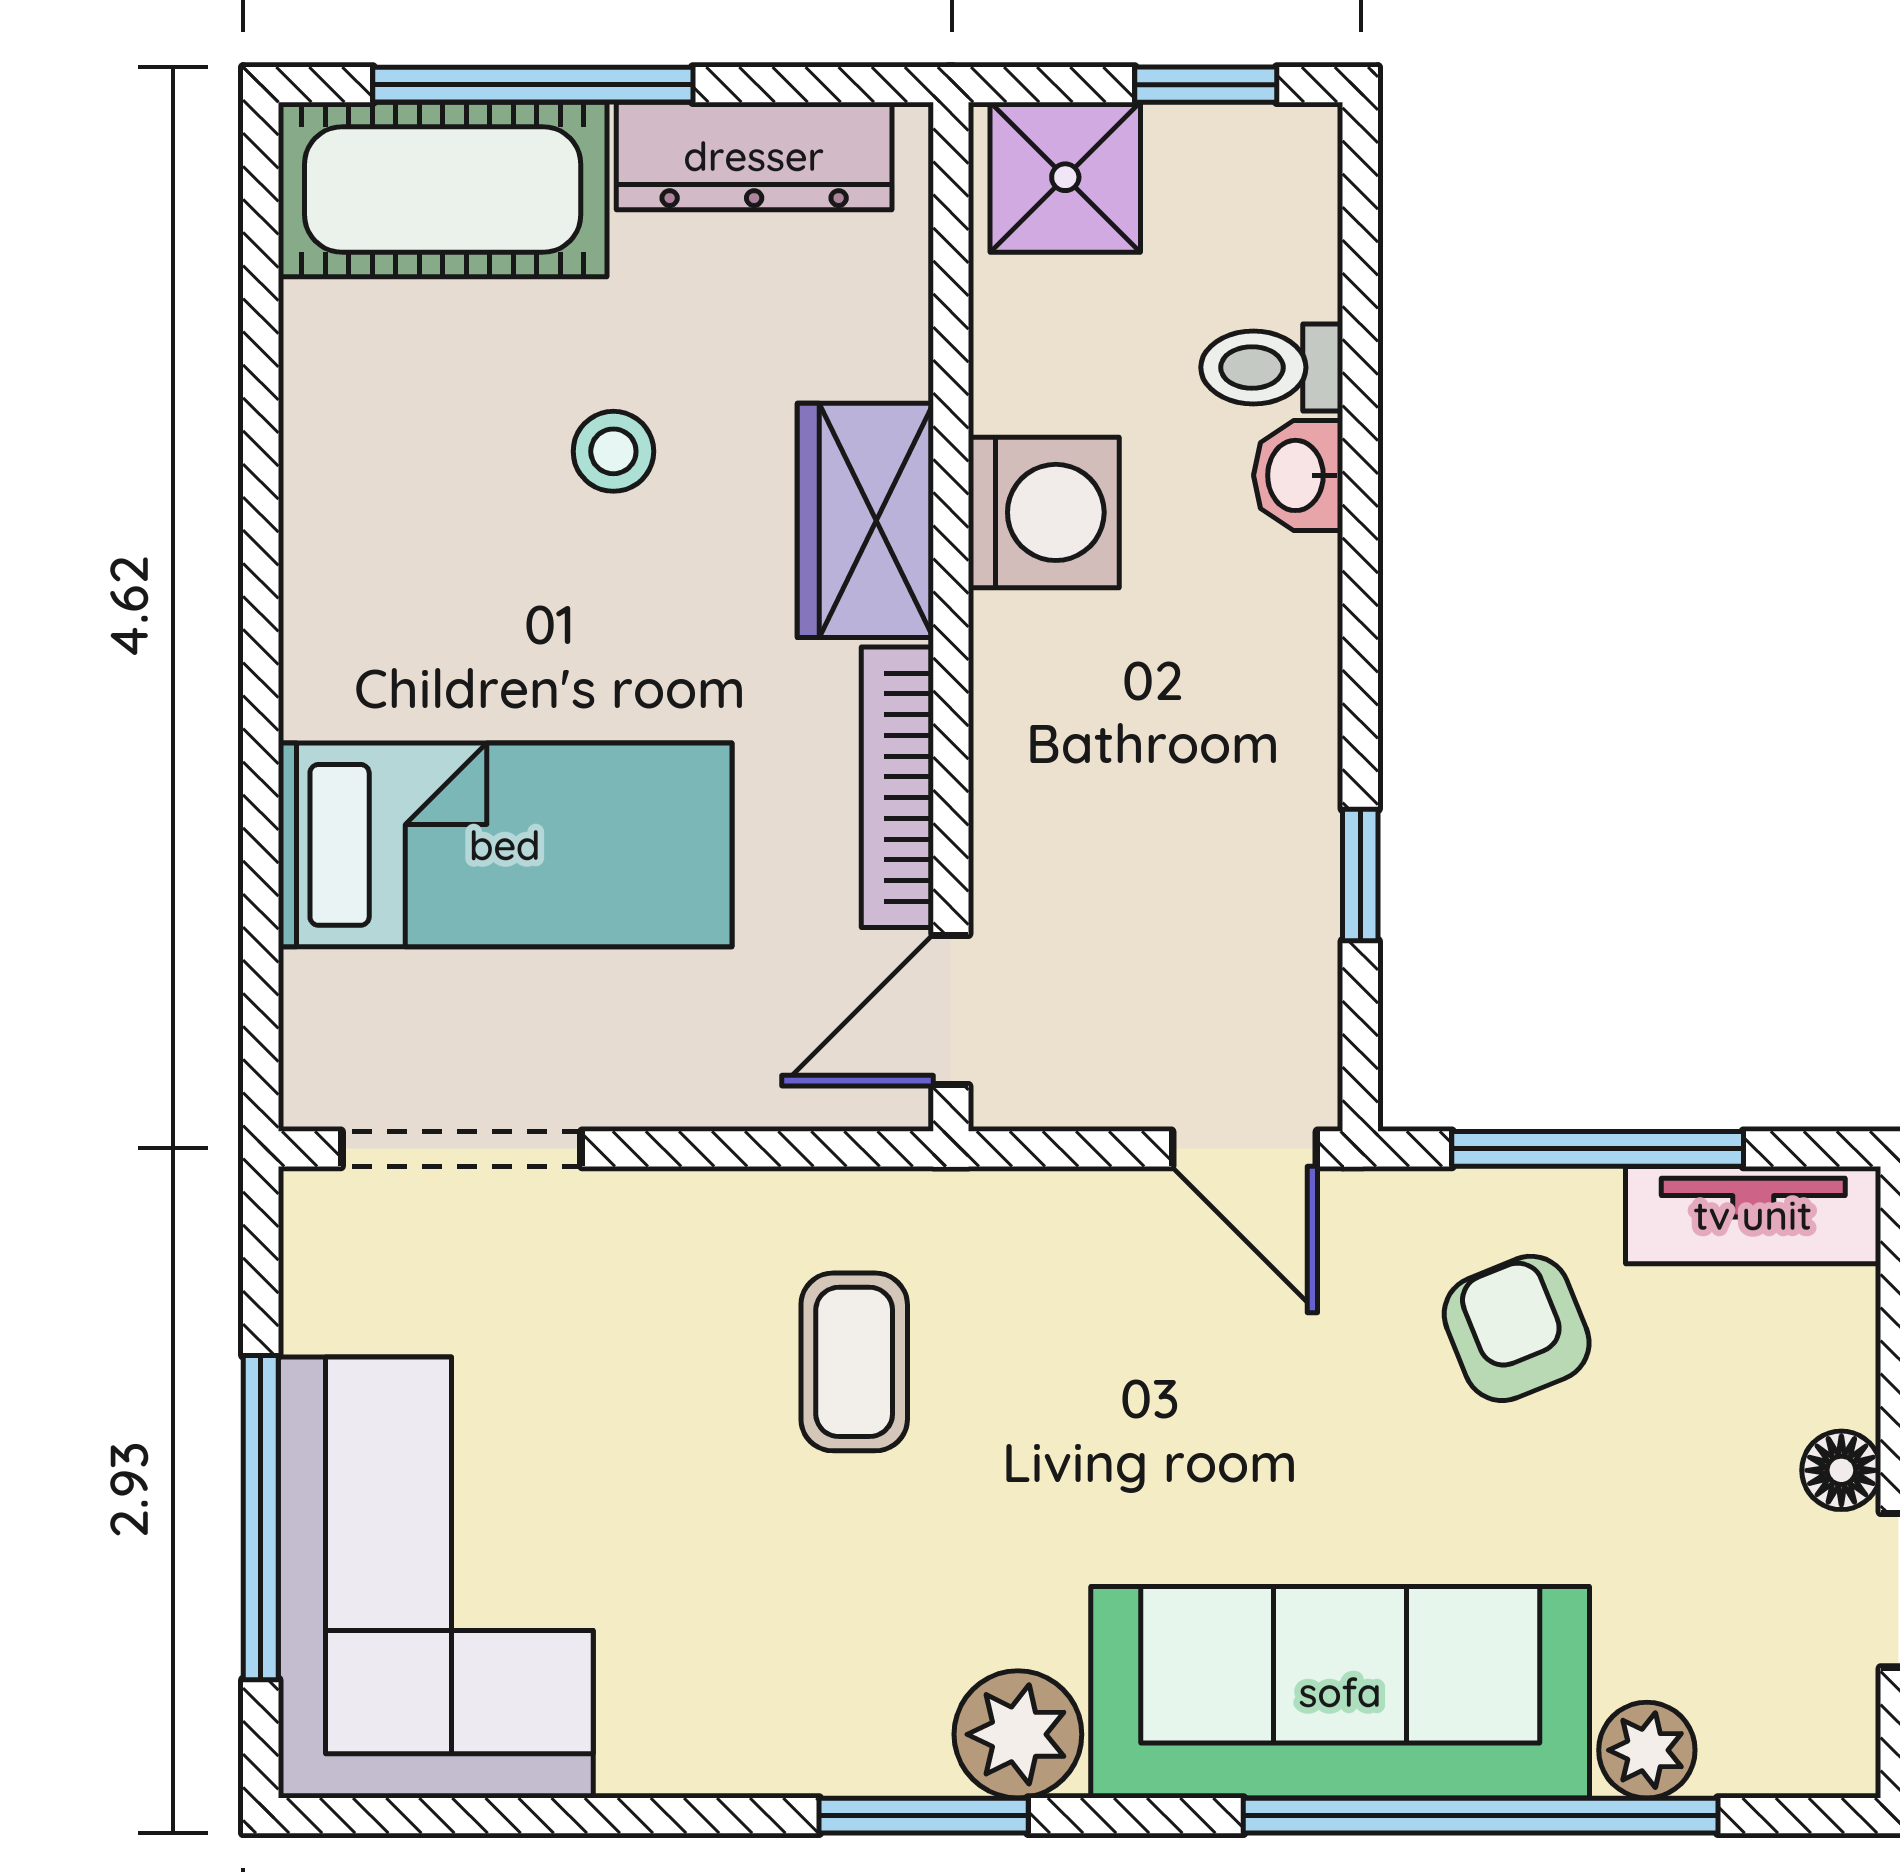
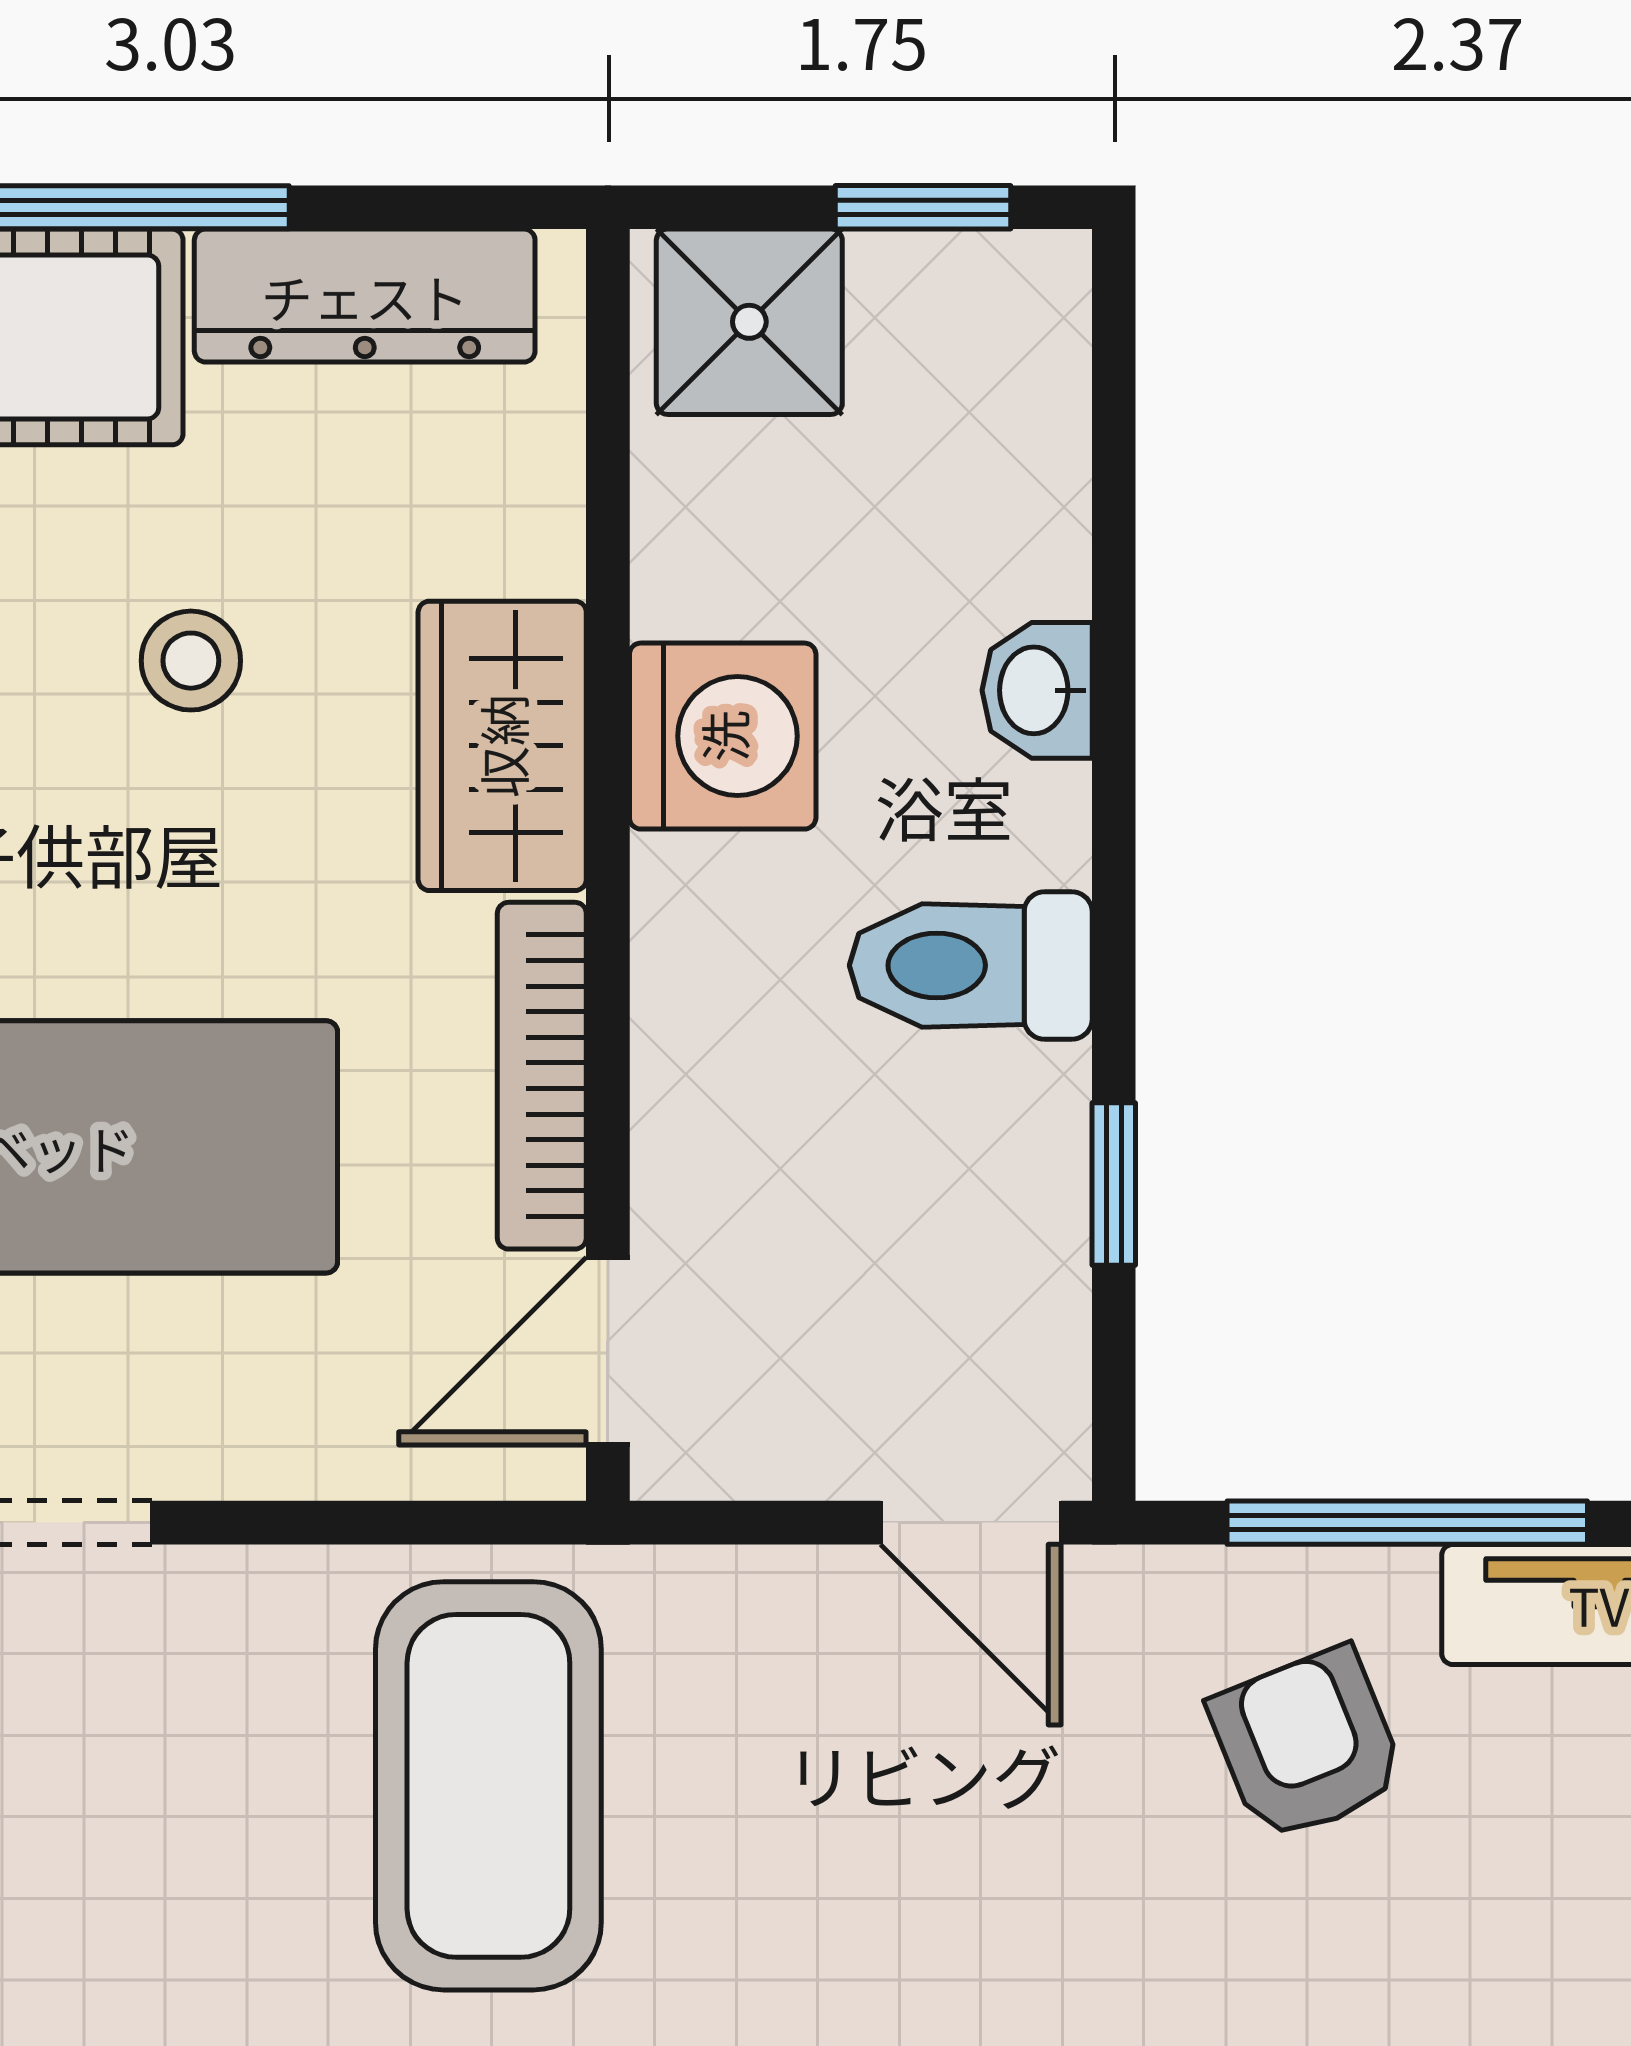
toilet: (1272, 367) -> (971, 965), moved, width x1.37, depth x1.39
coffee table: (854, 1362) -> (488, 1786), width x1.86, depth x1.72

